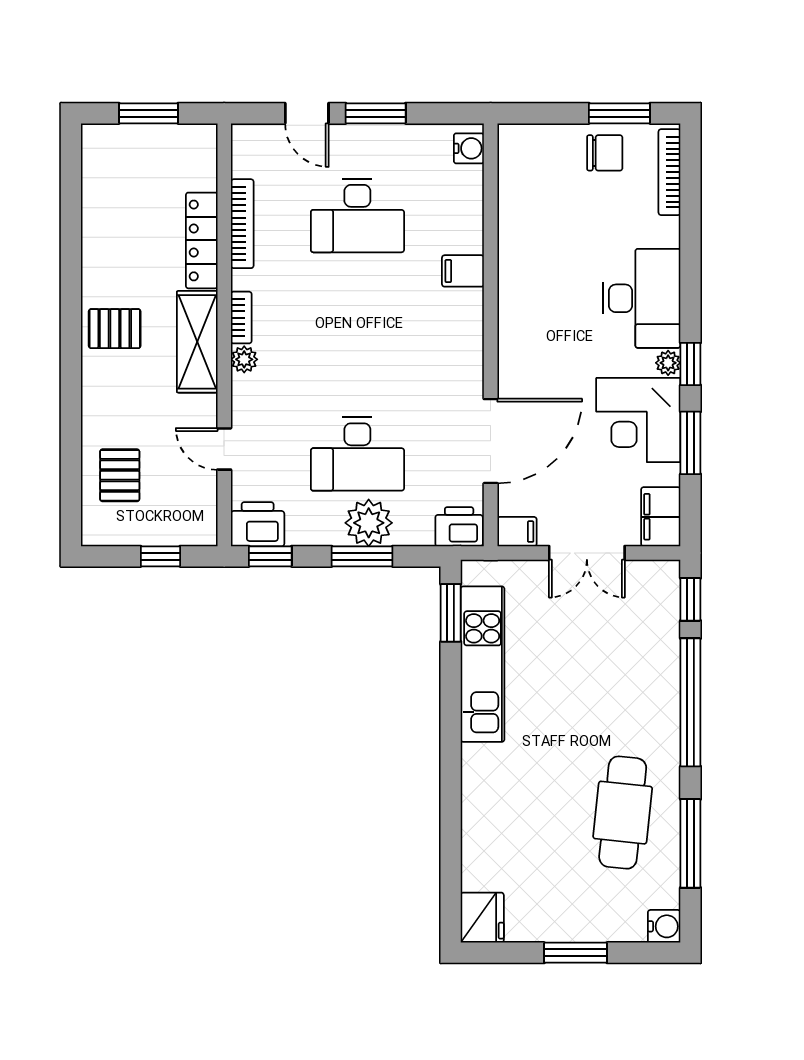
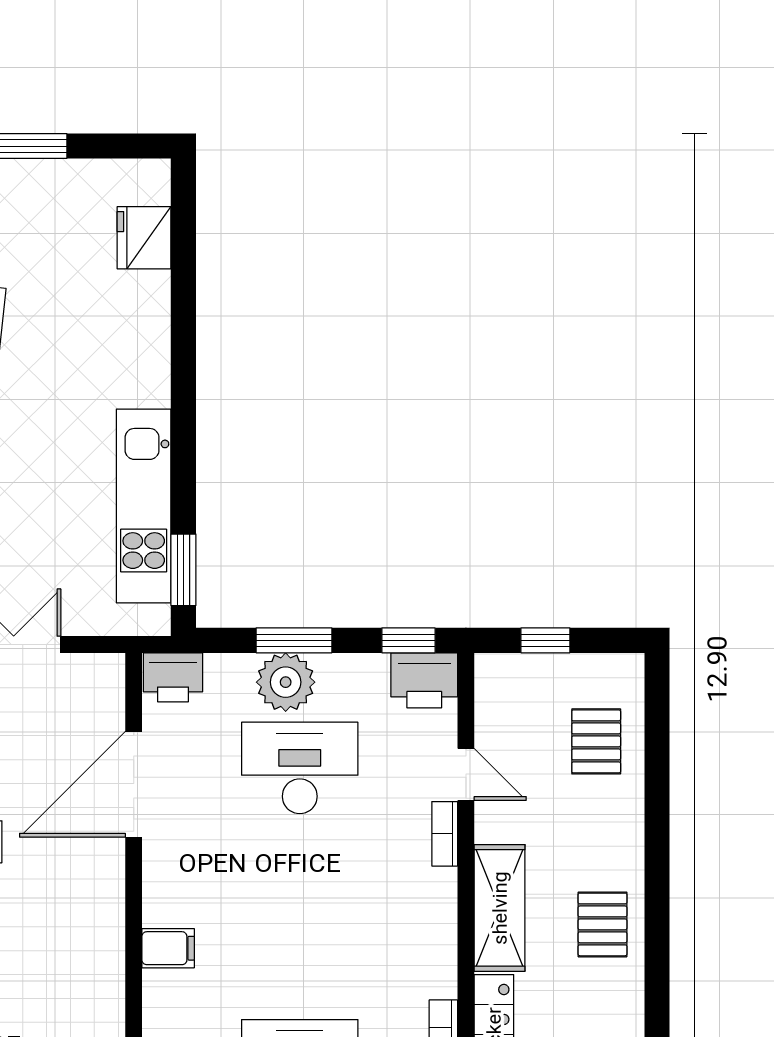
filing cabinet: (463, 271) -> (168, 948), moved
bookcase: (241, 318) -> (445, 834), moved
pallet: (115, 329) -> (602, 924), turned 90
plant: (244, 359) -> (441, 886), removed
filing cabinet: (517, 532) -> (101, 671), removed
fridge: (482, 918) -> (144, 238), moved

